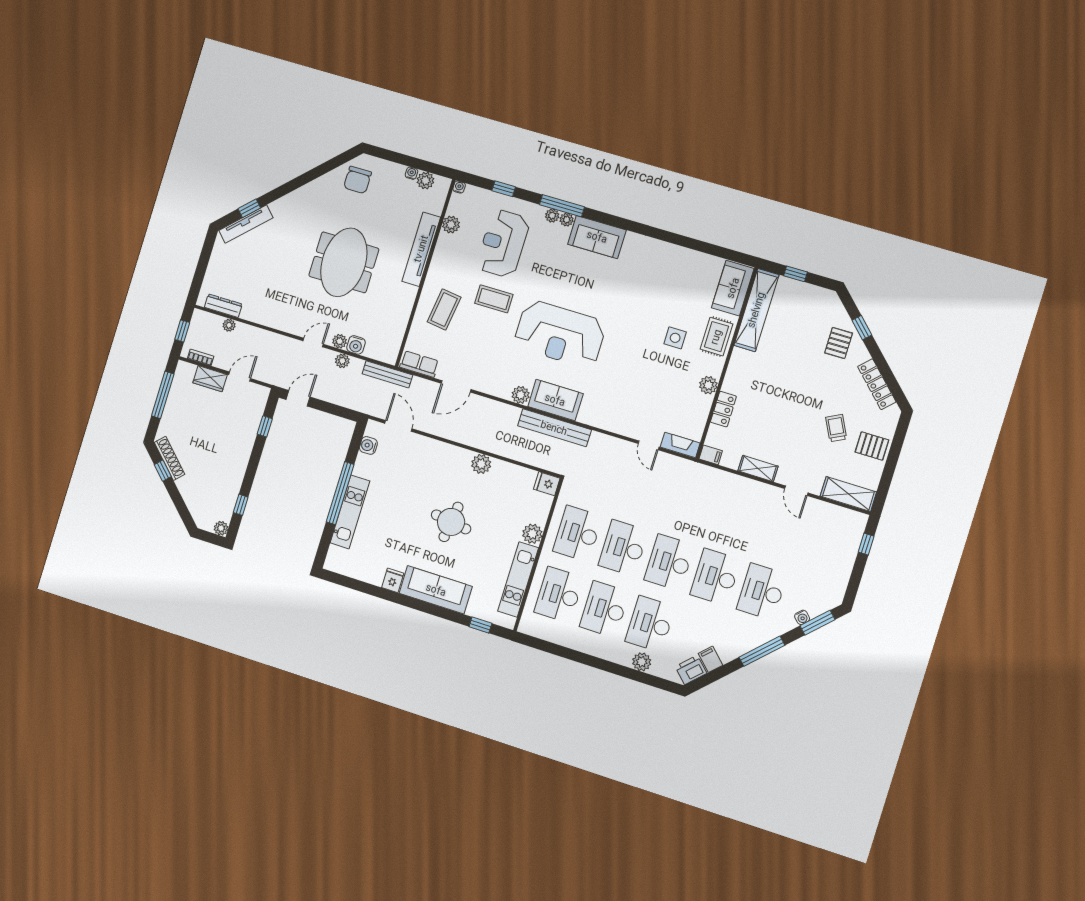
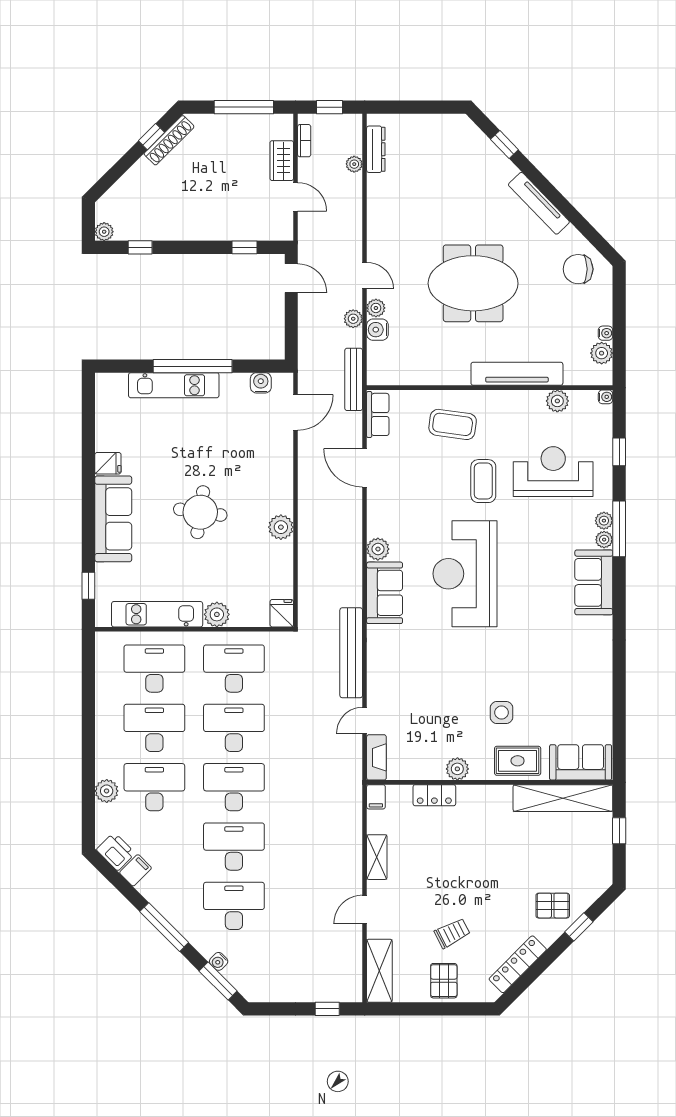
tv unit: (246, 224) -> (539, 203), moved
bench: (554, 428) -> (351, 653), moved

